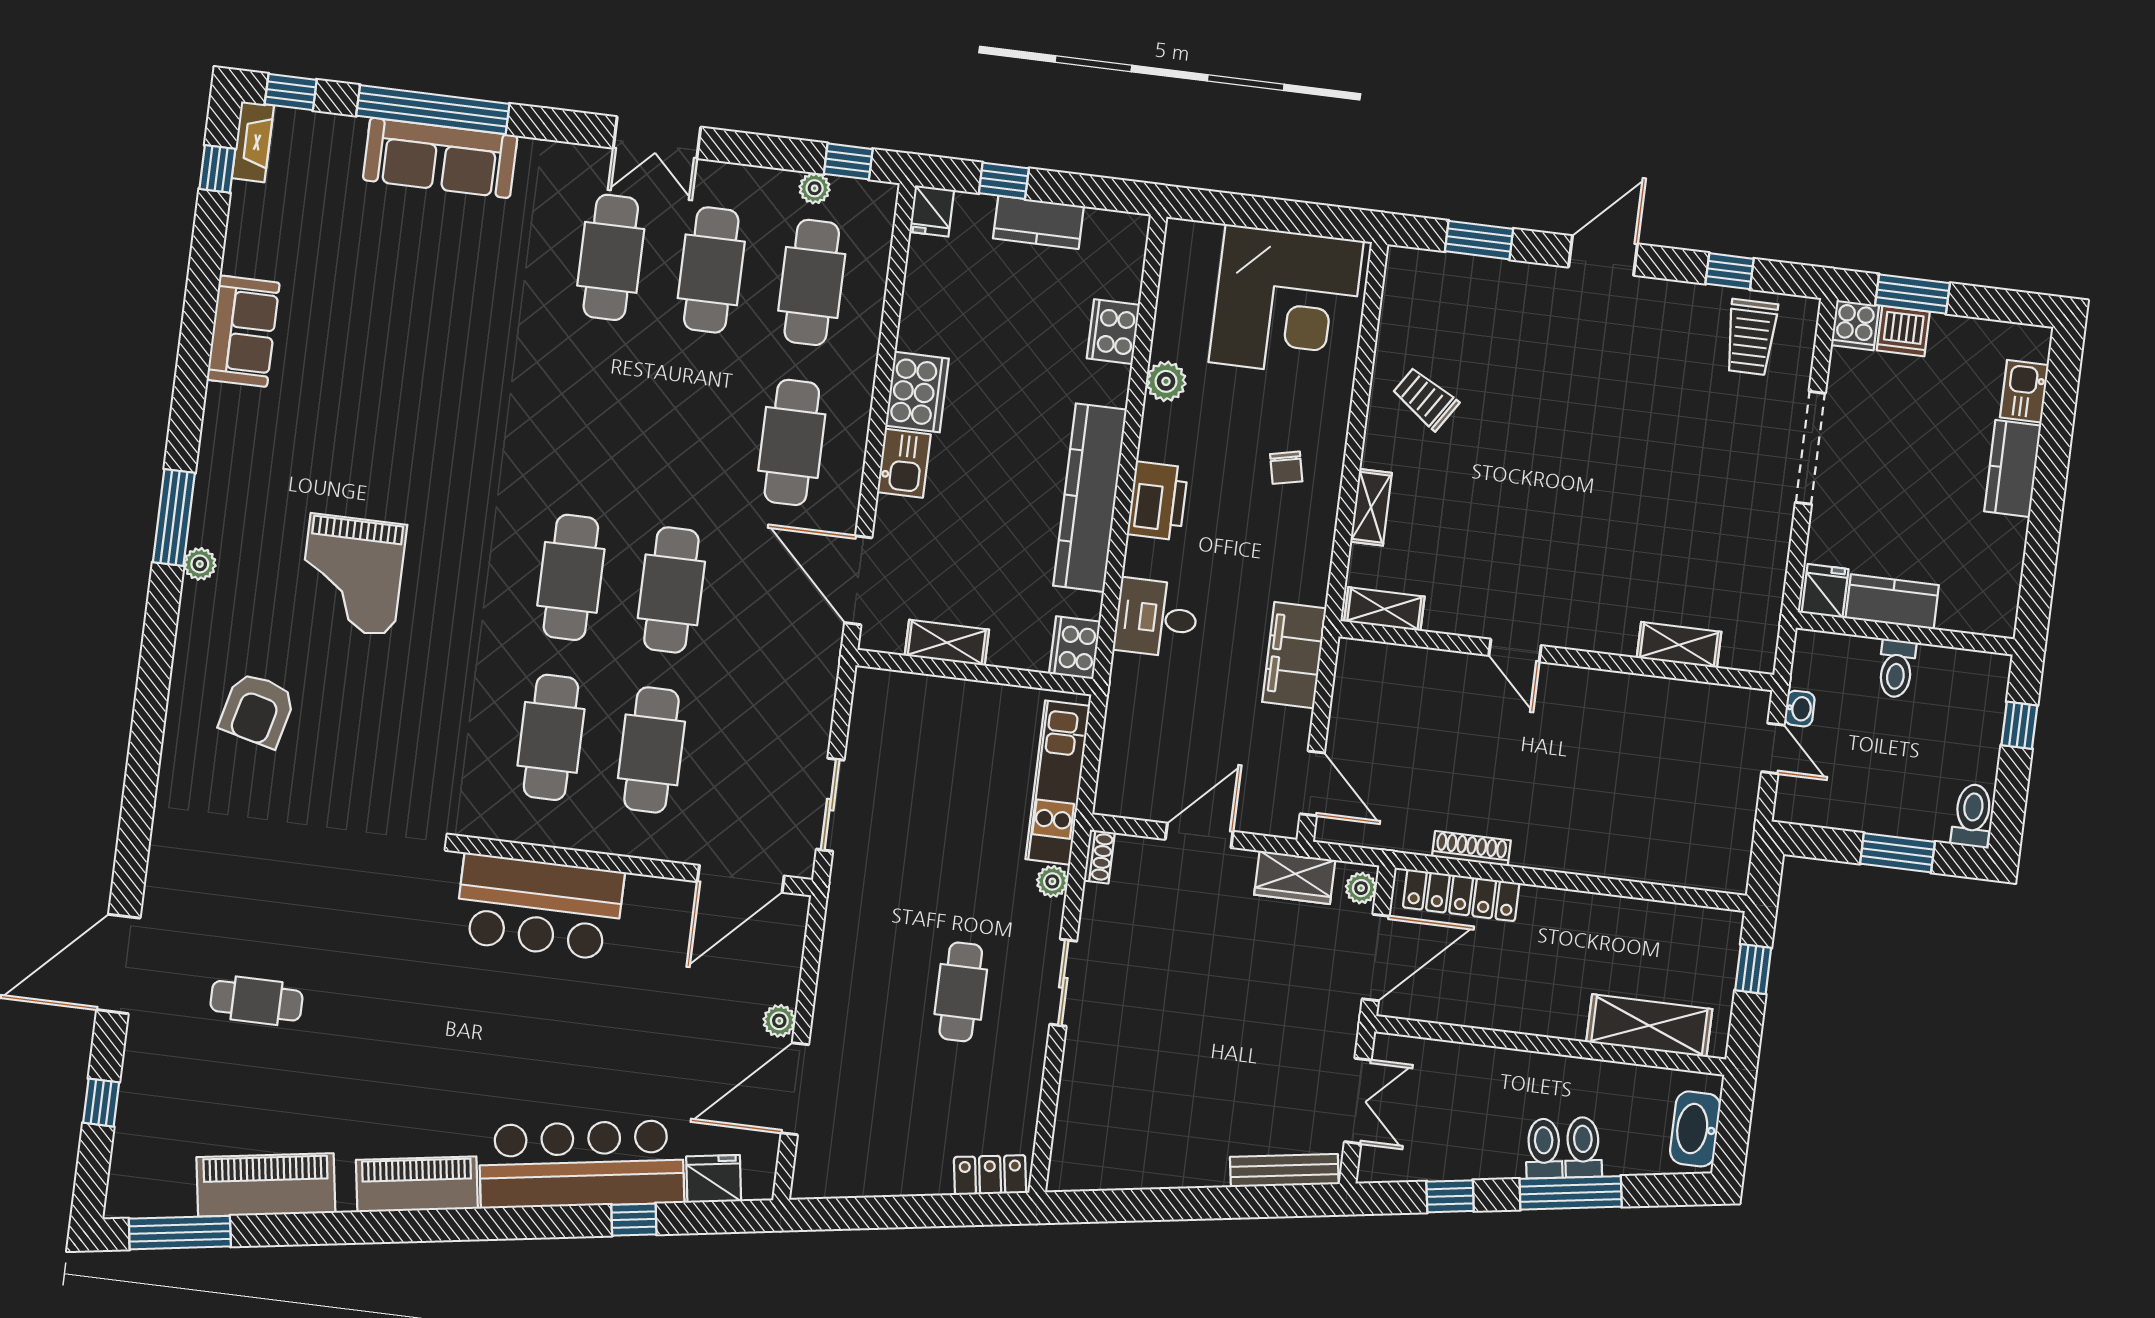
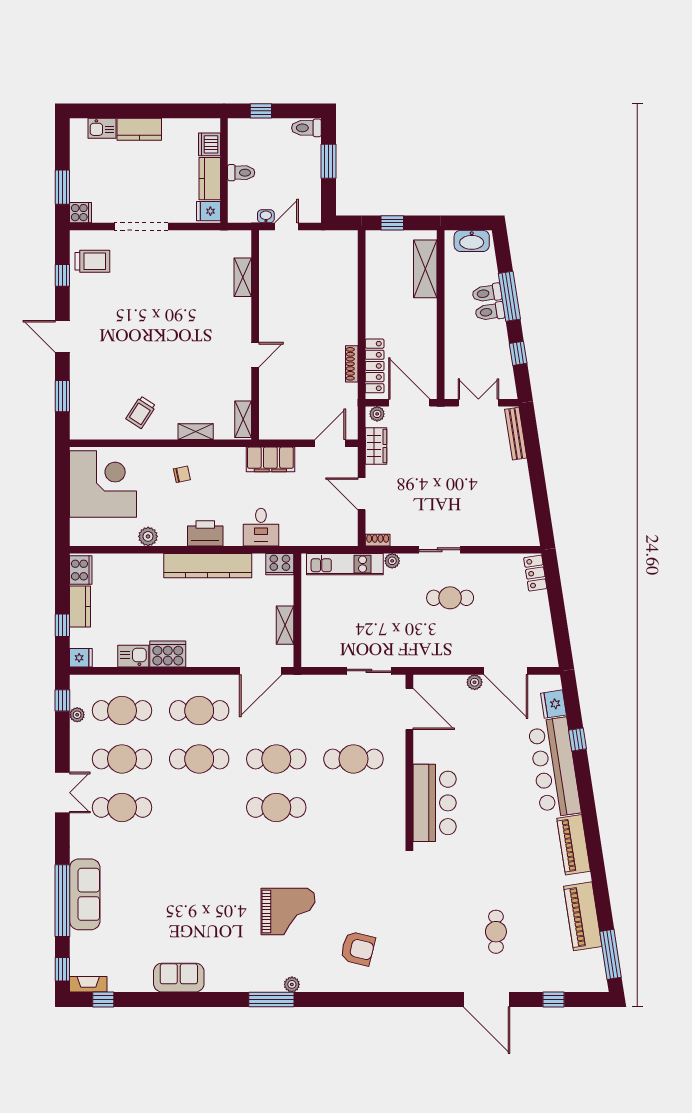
dishwasher: (1903, 331) -> (210, 144), moved, turned 180
cooker: (1113, 332) -> (81, 570), moved, turned -90
kitchen sink: (904, 463) -> (133, 656), moved
cafe table: (551, 737) -> (199, 759), moved

